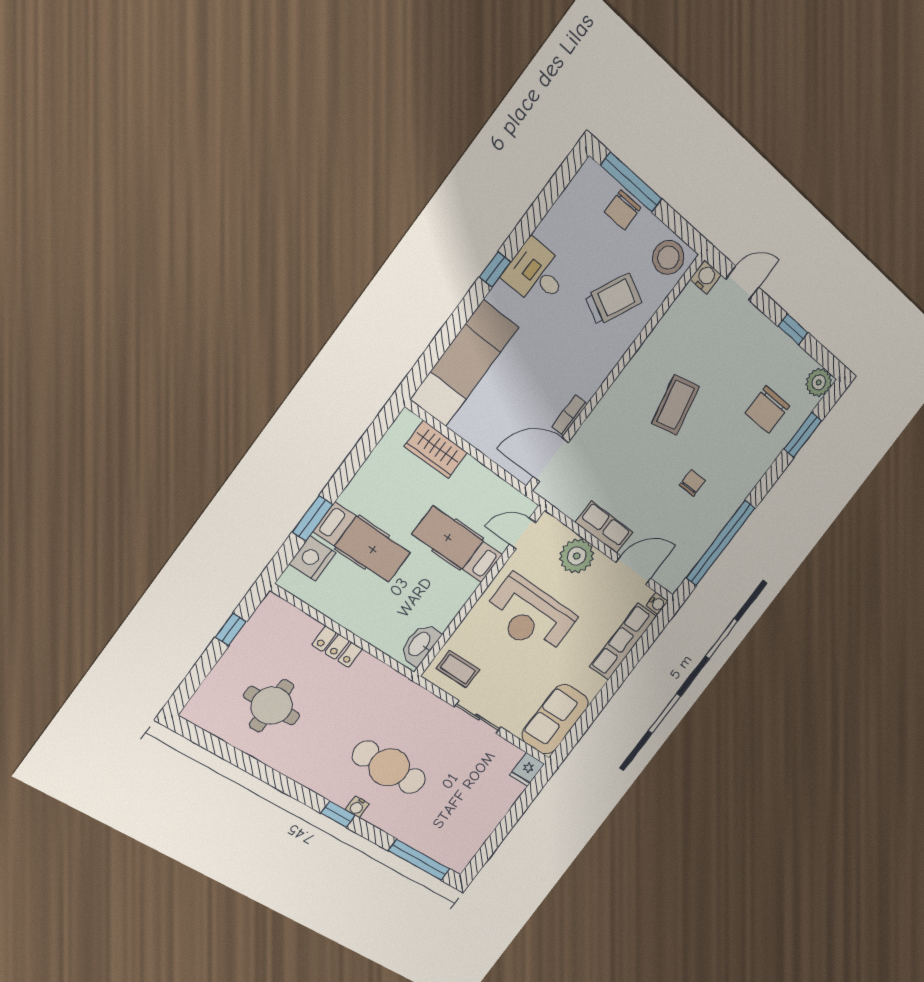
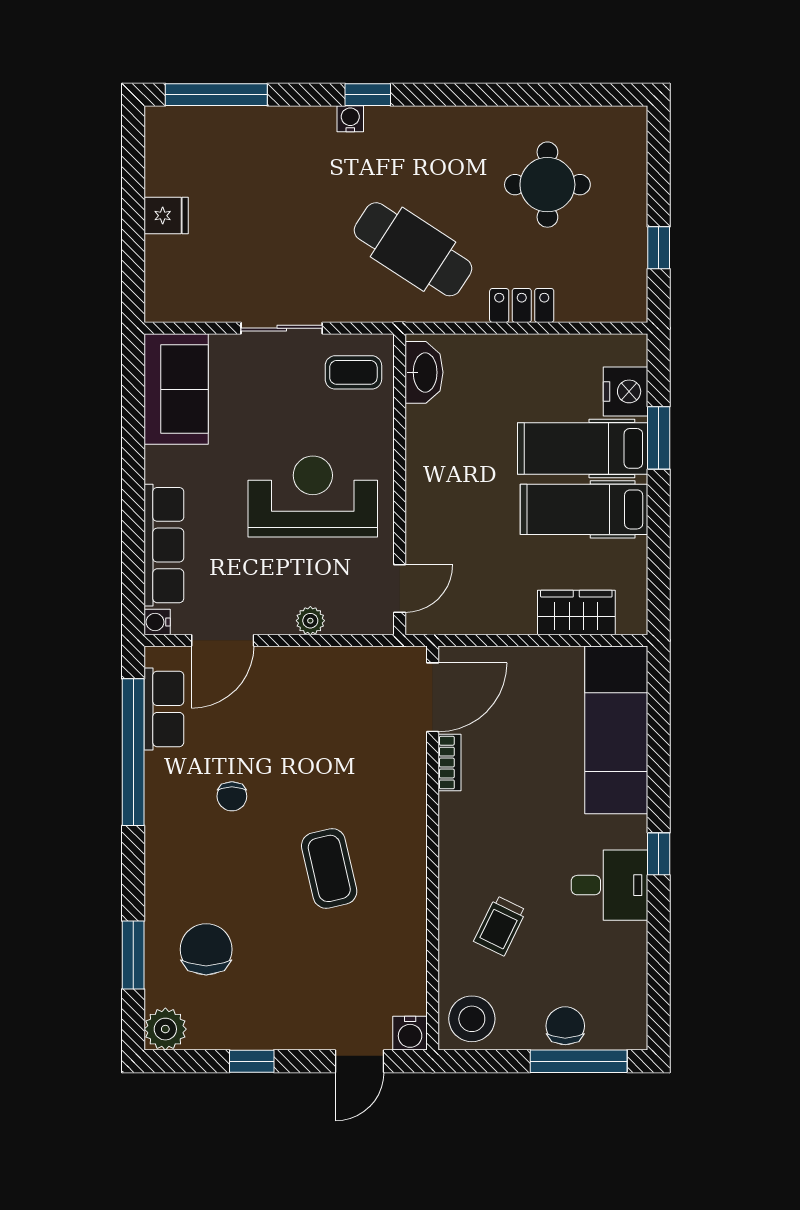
trolley: (613, 299) -> (500, 926), width x0.73, depth x0.72
row of seats: (604, 527) -> (164, 709), moved, turned -90
hospital bed: (458, 544) -> (584, 509), moved, turned 180
plant: (577, 556) -> (310, 621), width x0.53, depth x0.53
cafe table: (389, 767) -> (413, 249), moved, turned 33
fridge: (527, 770) -> (166, 216), moved, turned 90

